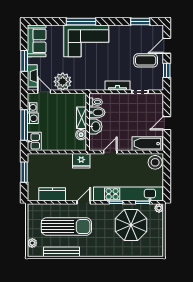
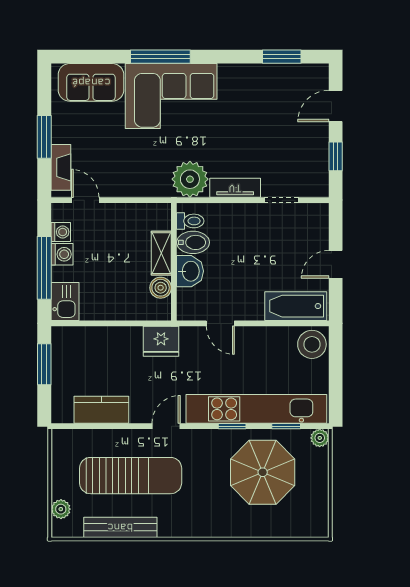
sofa: (37, 41) -> (91, 82), moved, turned 90
coffee table: (146, 60) -> (293, 136), removed
plant: (63, 82) -> (190, 179), moved
door: (110, 152) -> (220, 323), swing flipped

